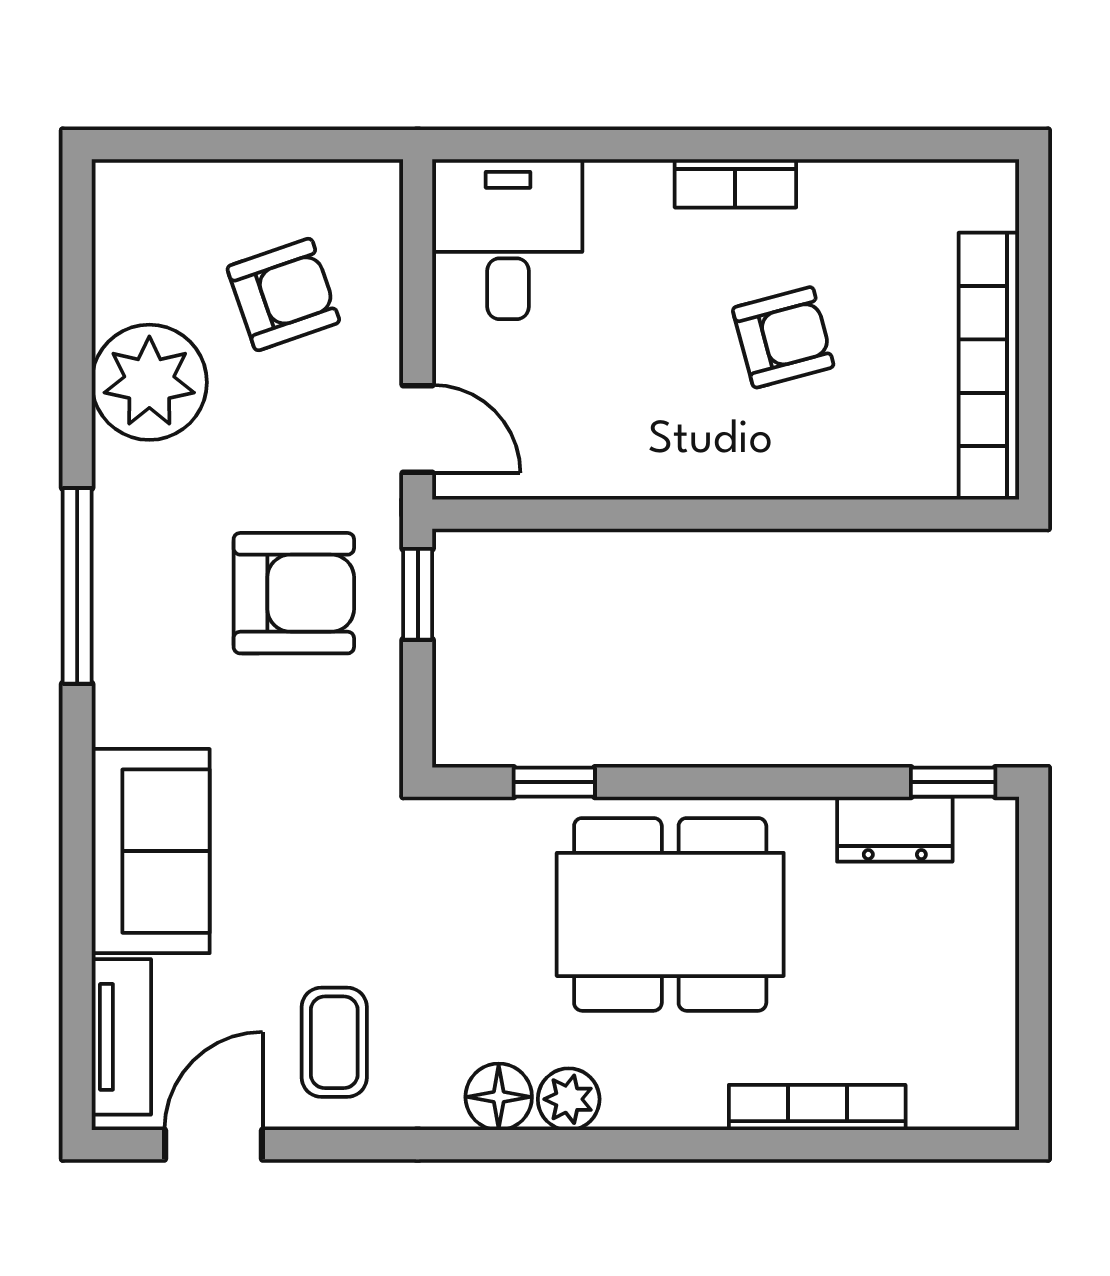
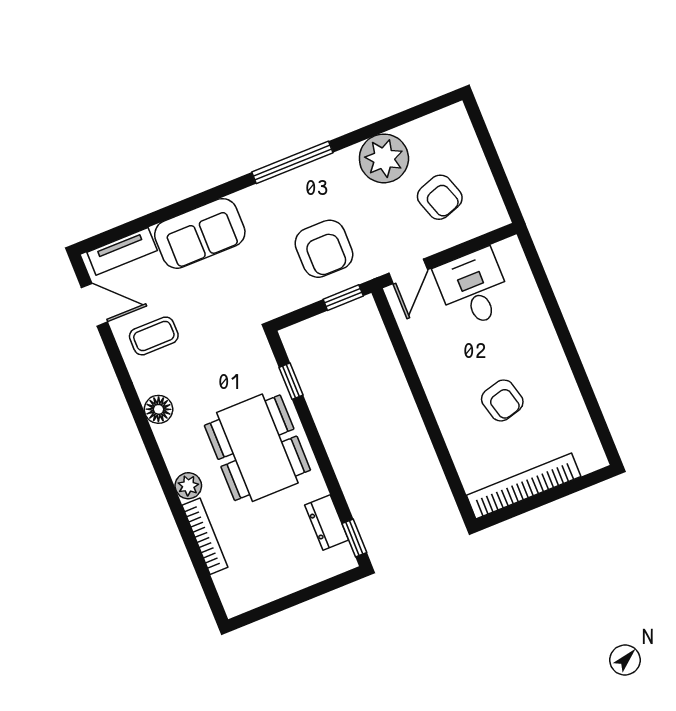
bookcase: (735, 183) -> (555, 357), removed
desk: (508, 239) -> (473, 288), moved, turned -90
plant: (569, 1099) -> (188, 486), moved

